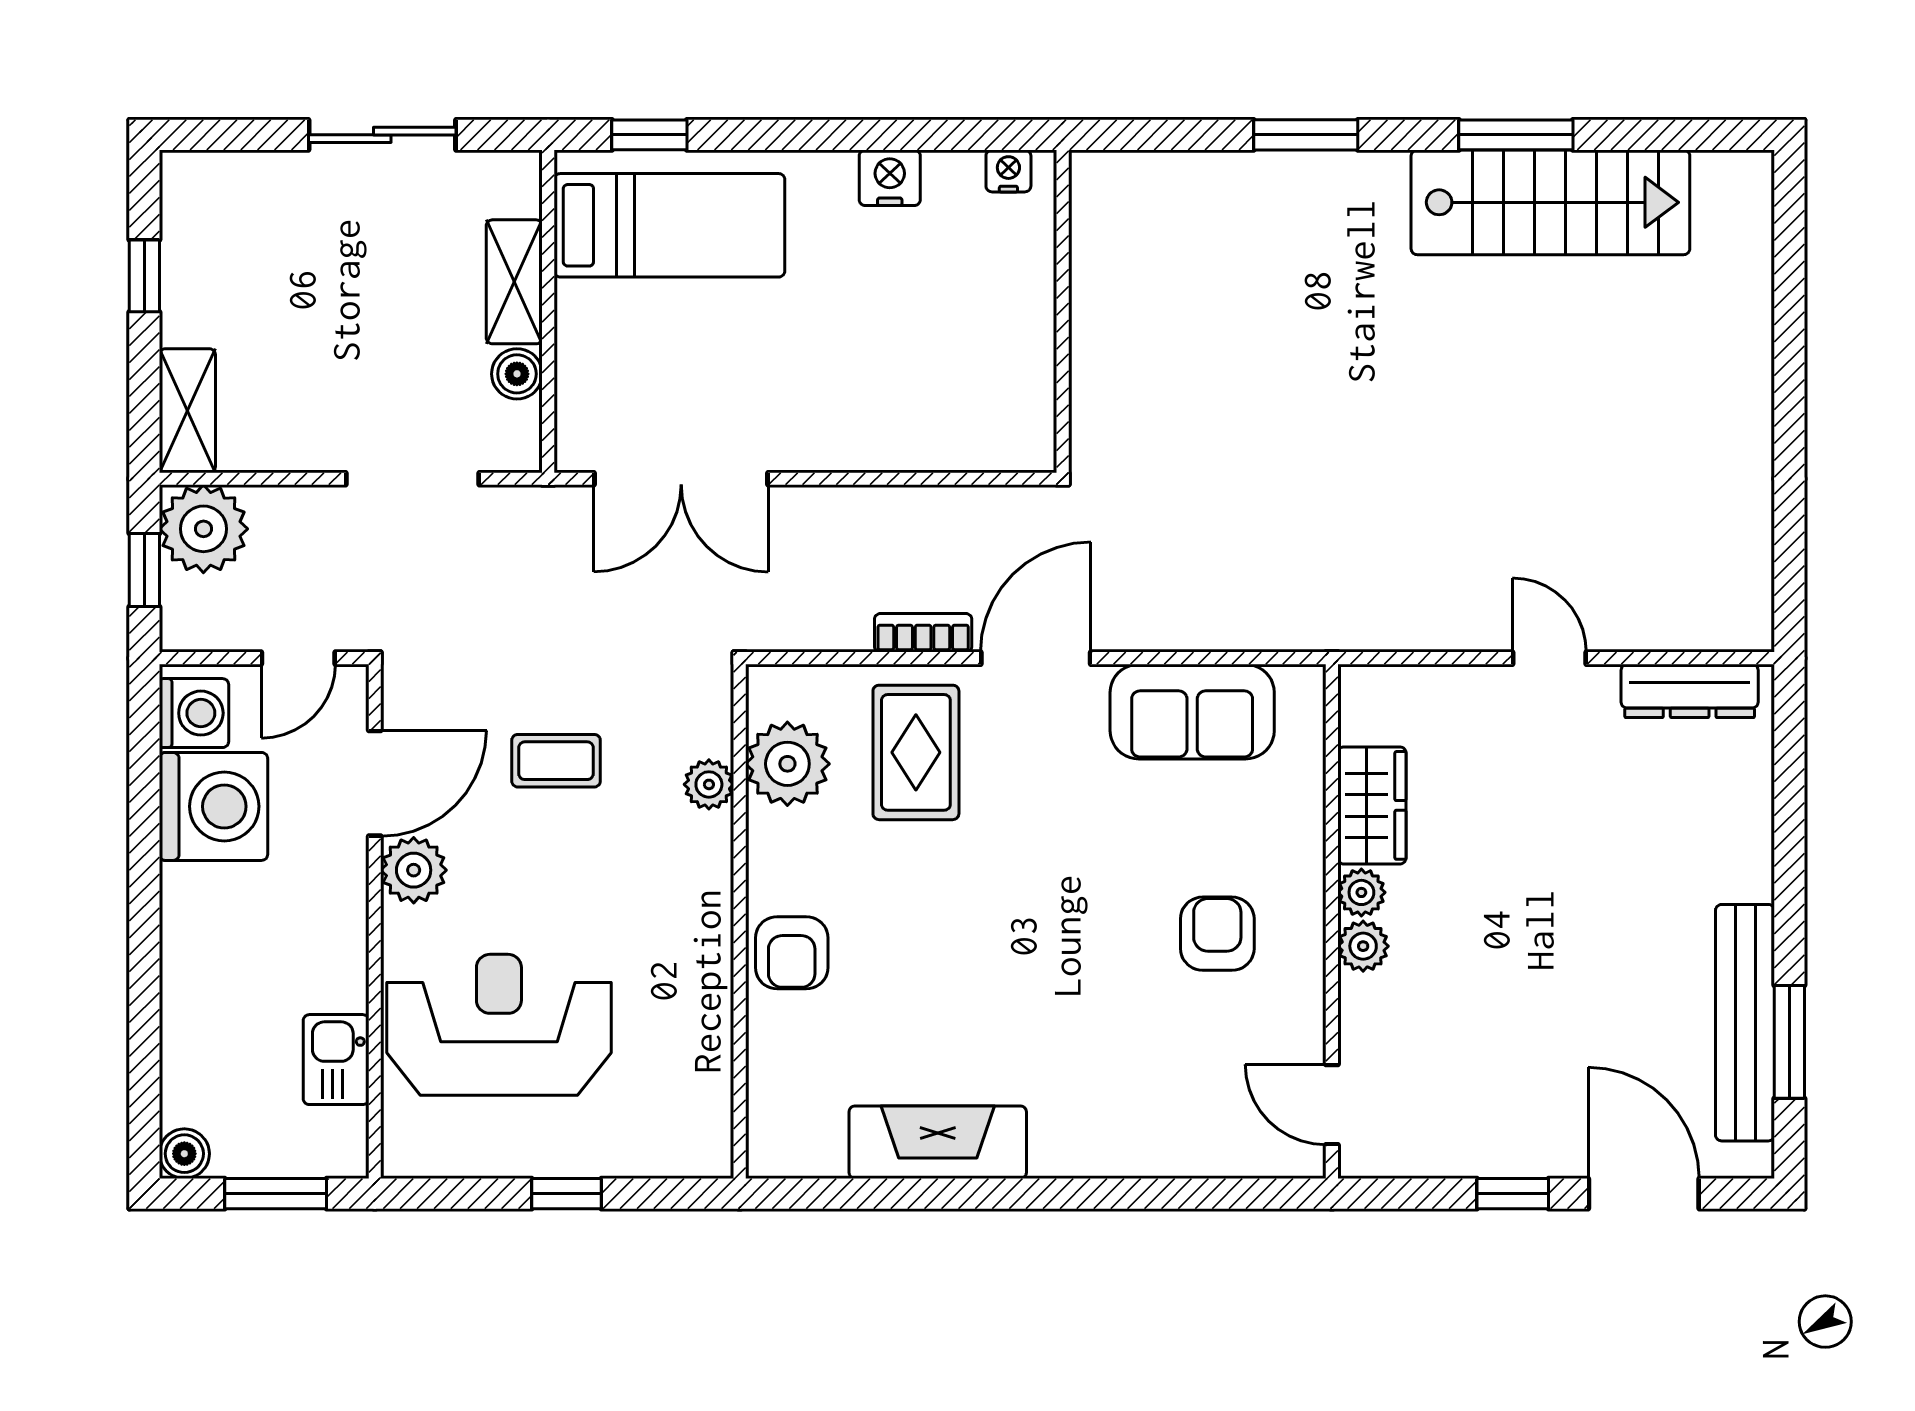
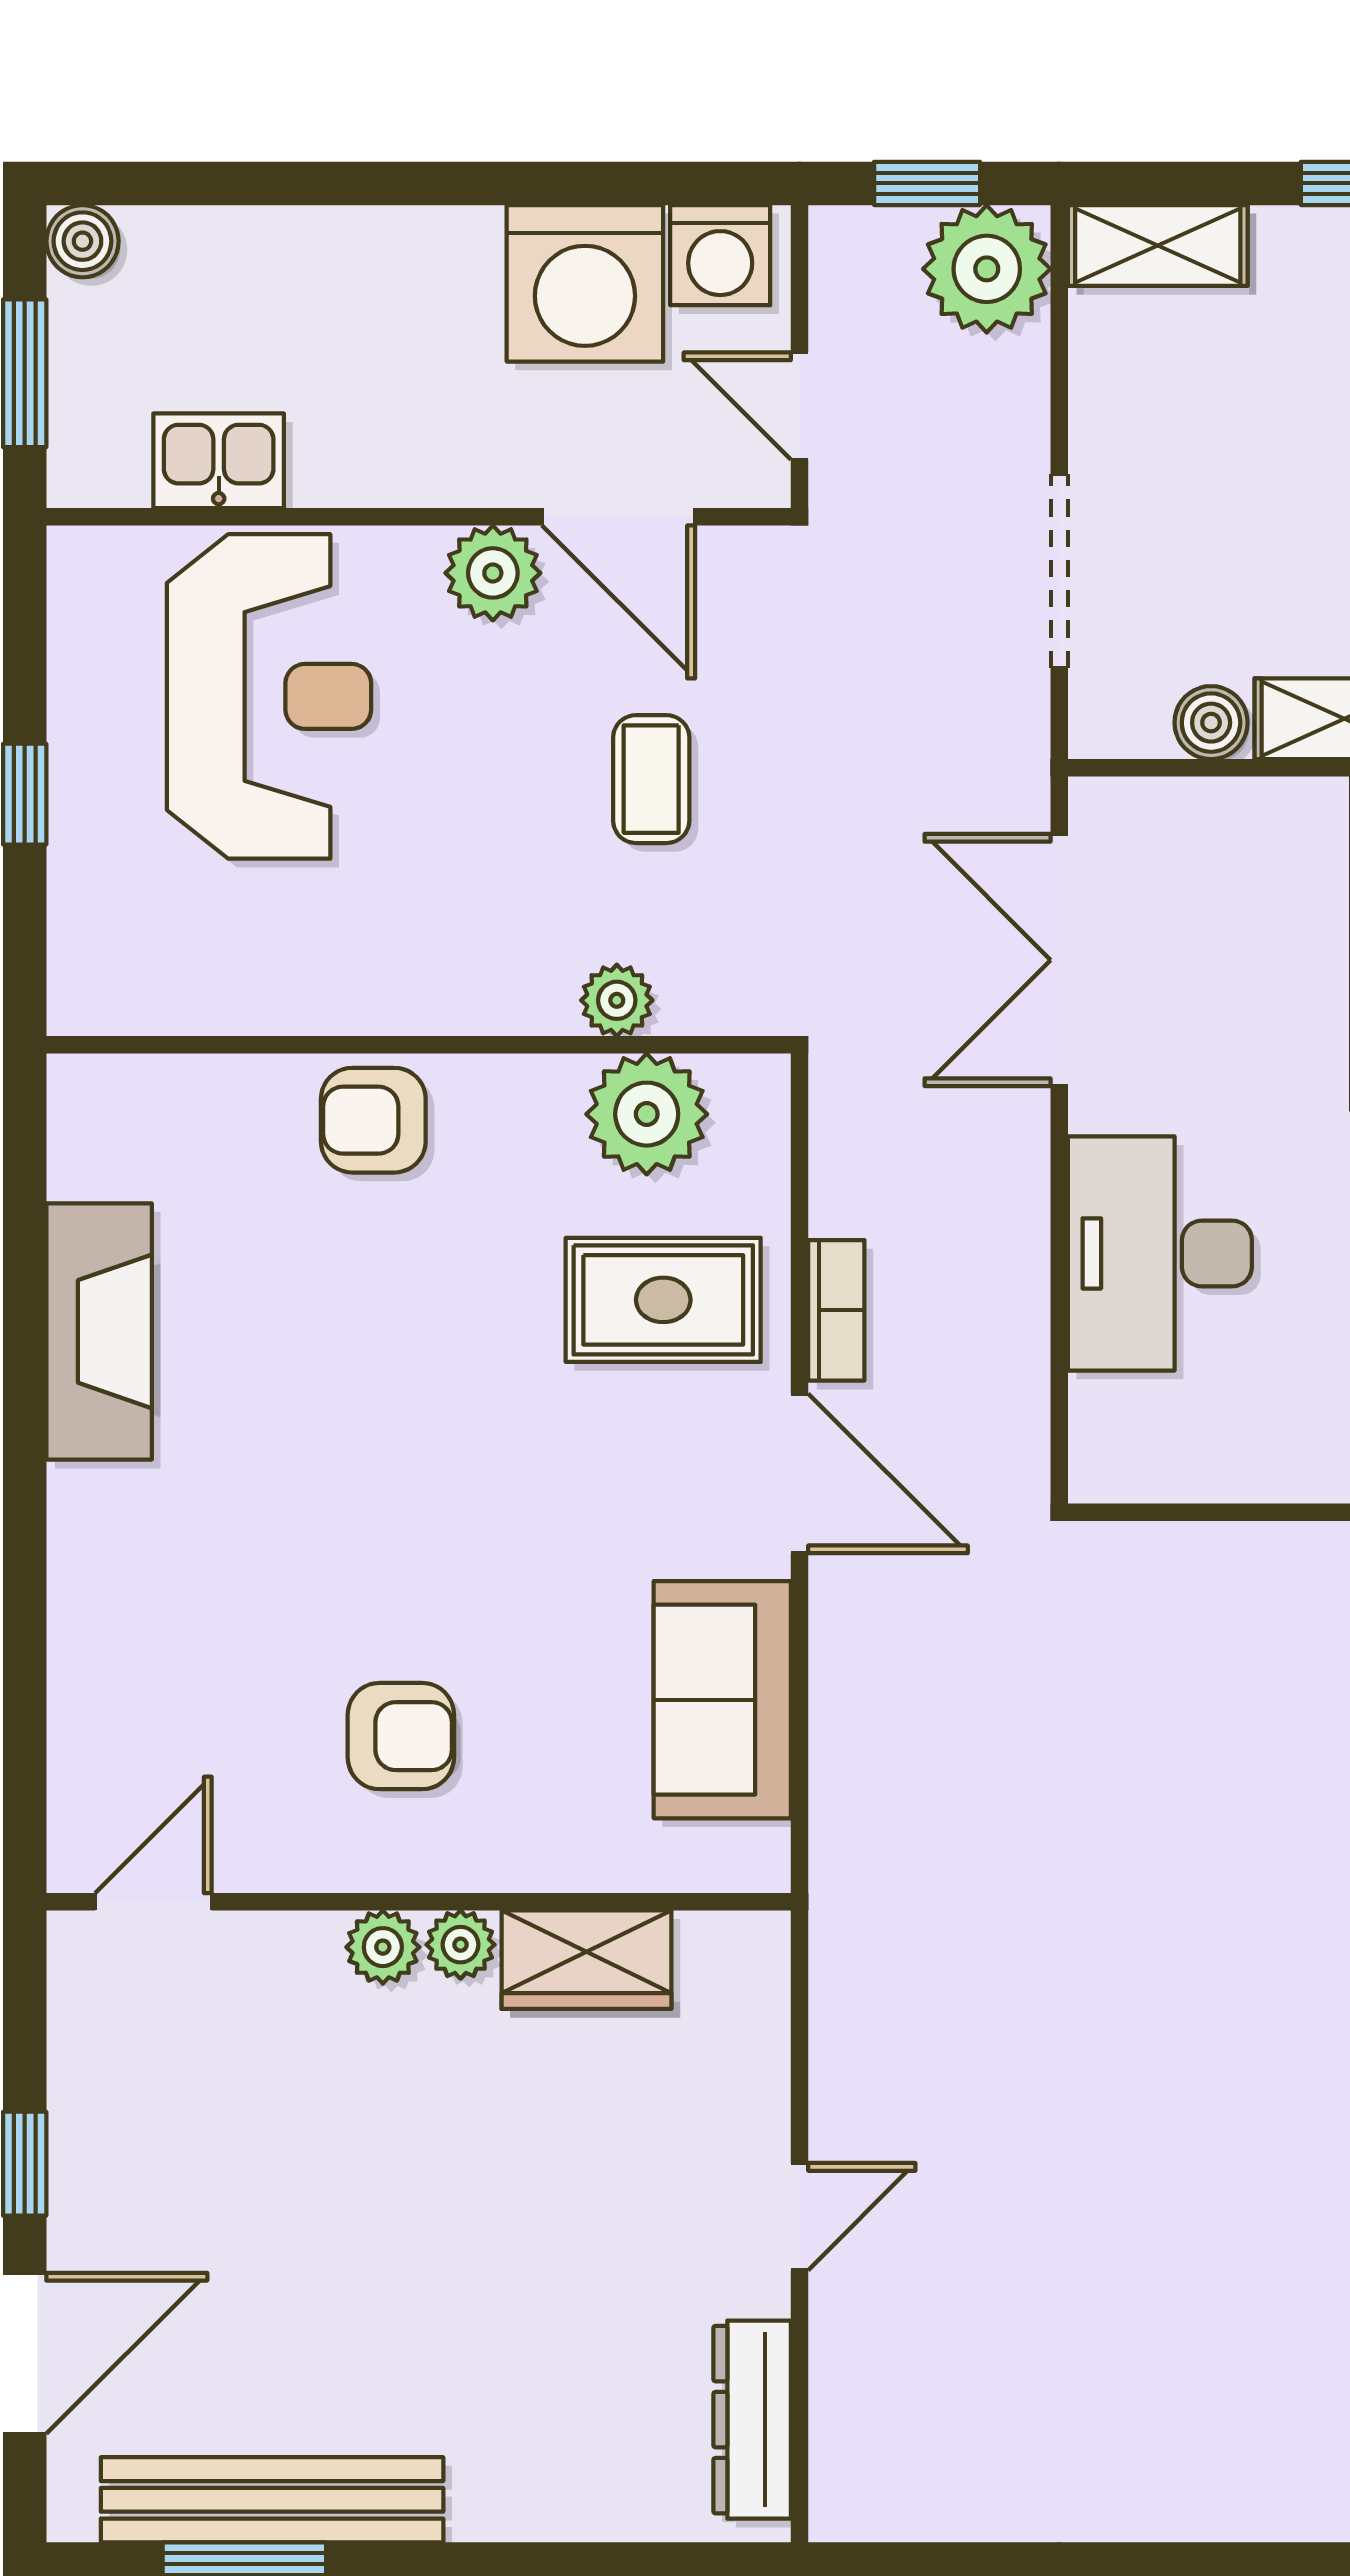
desk: (884, 409) -> (1160, 1253), added

